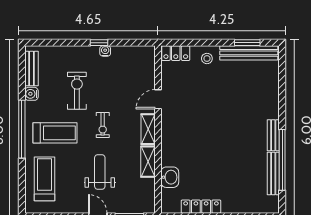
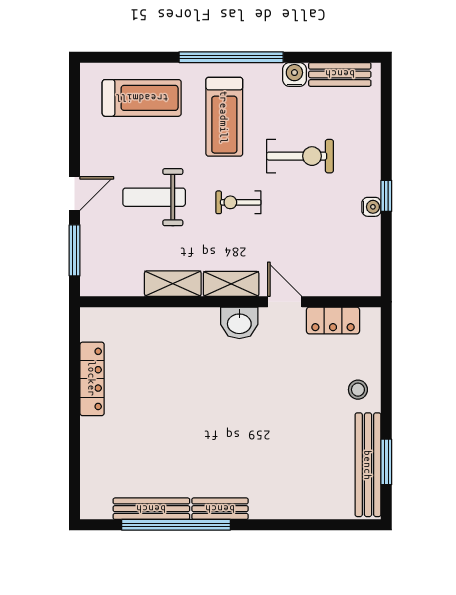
locker: (176, 53) -> (333, 320), moved, turned -90
weight bench: (100, 172) -> (154, 197), turned 180
washbasin: (170, 177) -> (239, 323), moved

